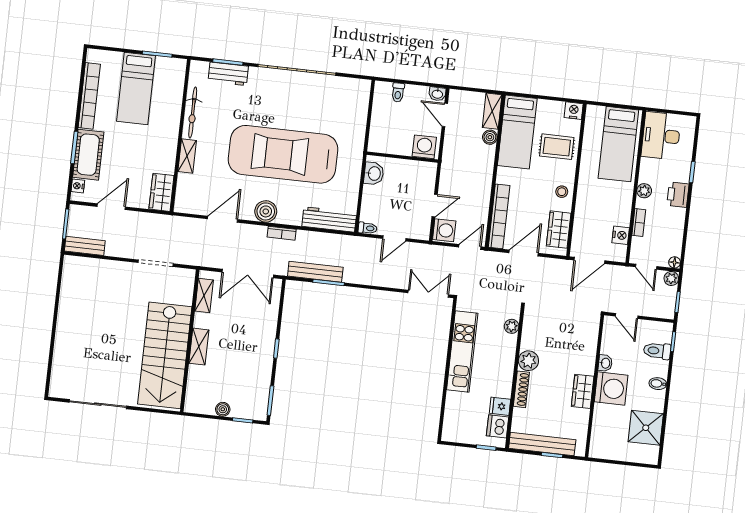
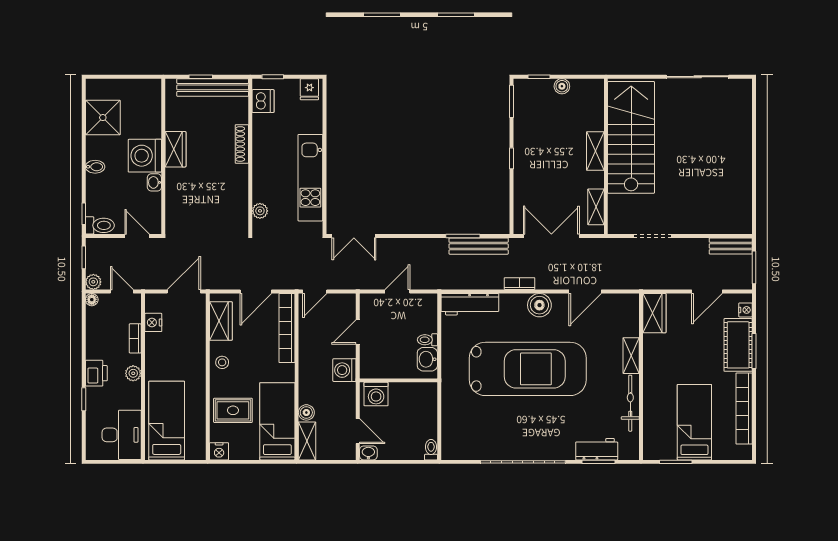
toilet: (398, 92) -> (431, 450), moved
toilet: (368, 228) -> (427, 340), moved
washing machine: (444, 230) -> (344, 370), moved
toilet: (657, 351) -> (100, 225), moved
plant: (528, 361) -> (238, 176), removed
fridge: (500, 406) -> (309, 89), moved, turned 90

